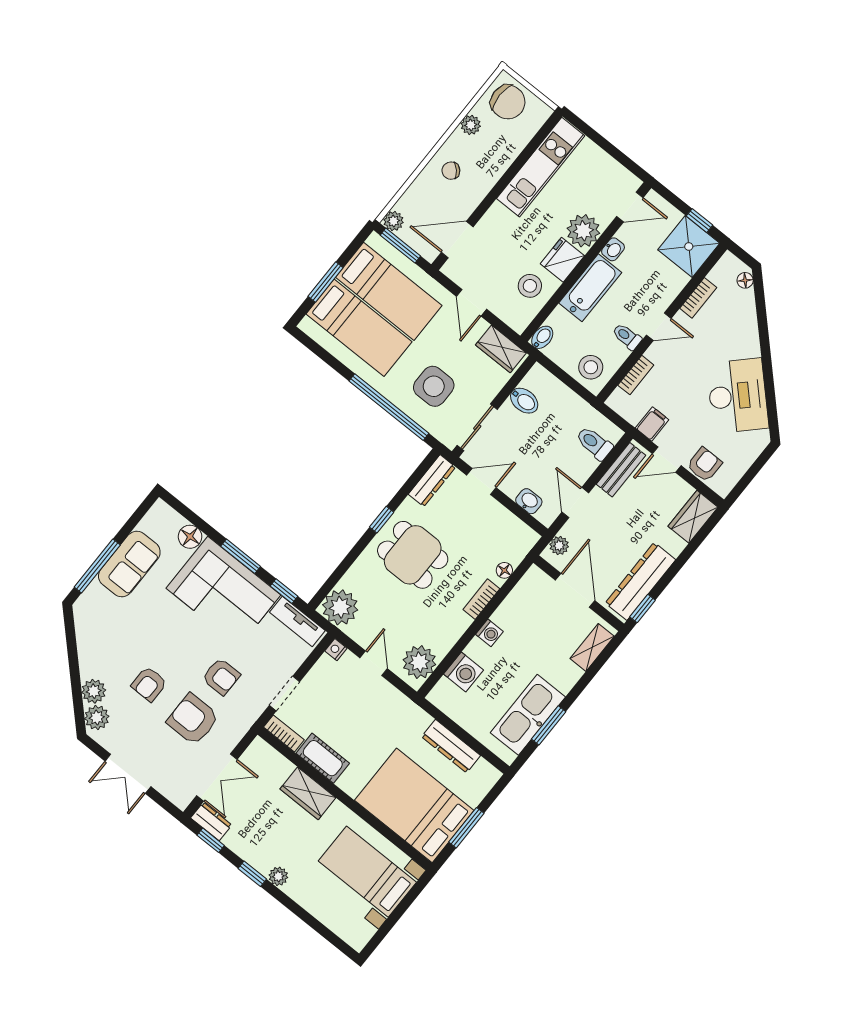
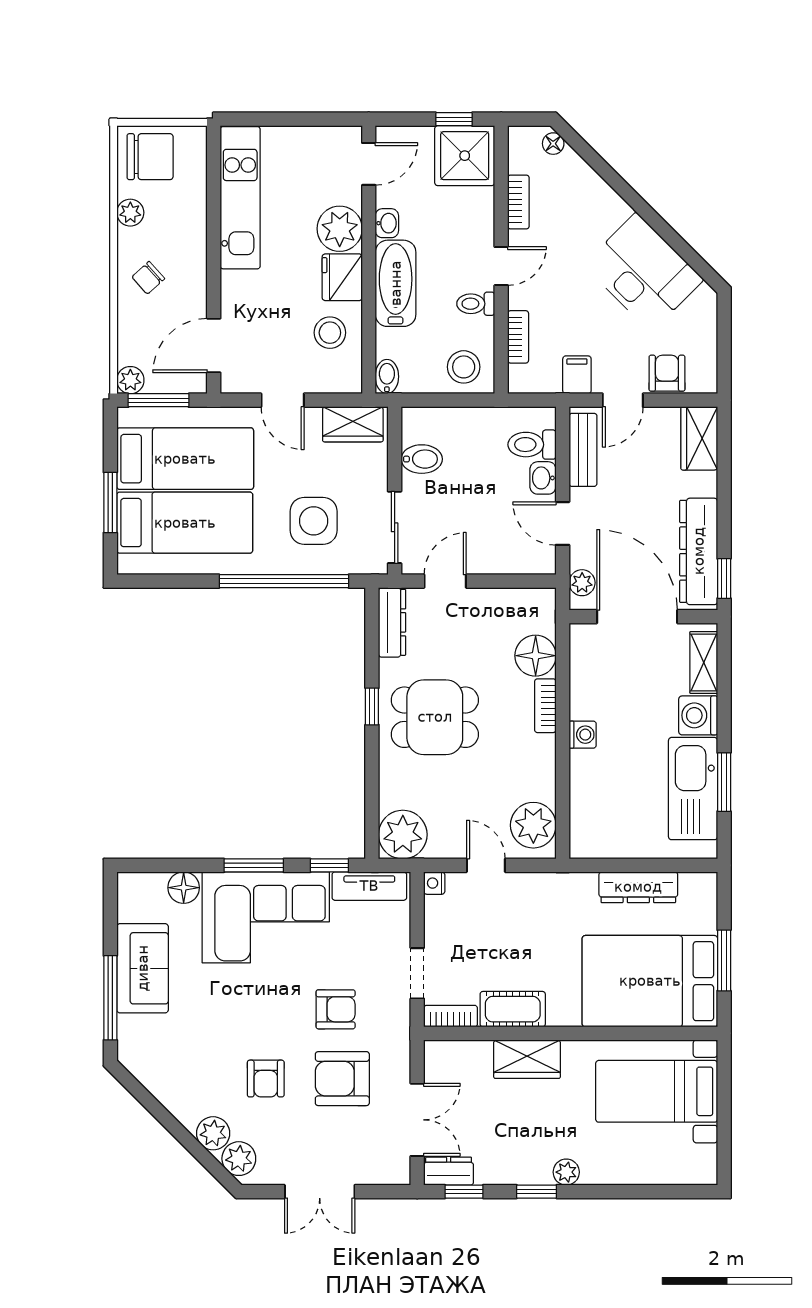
washbasin: (529, 501) -> (543, 478), moved, turned -90
floor lamp: (504, 570) -> (536, 656), width x1.89, depth x1.89
door: (575, 590) -> (637, 617), width x1.36
washing machine: (463, 672) -> (698, 715), moved, turned 180

